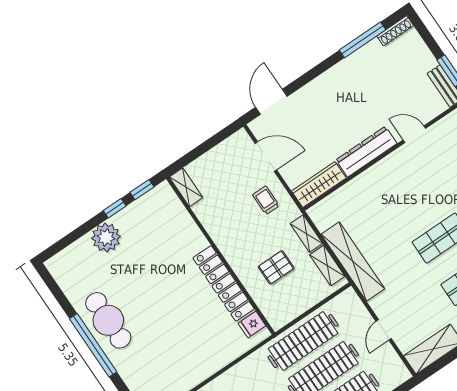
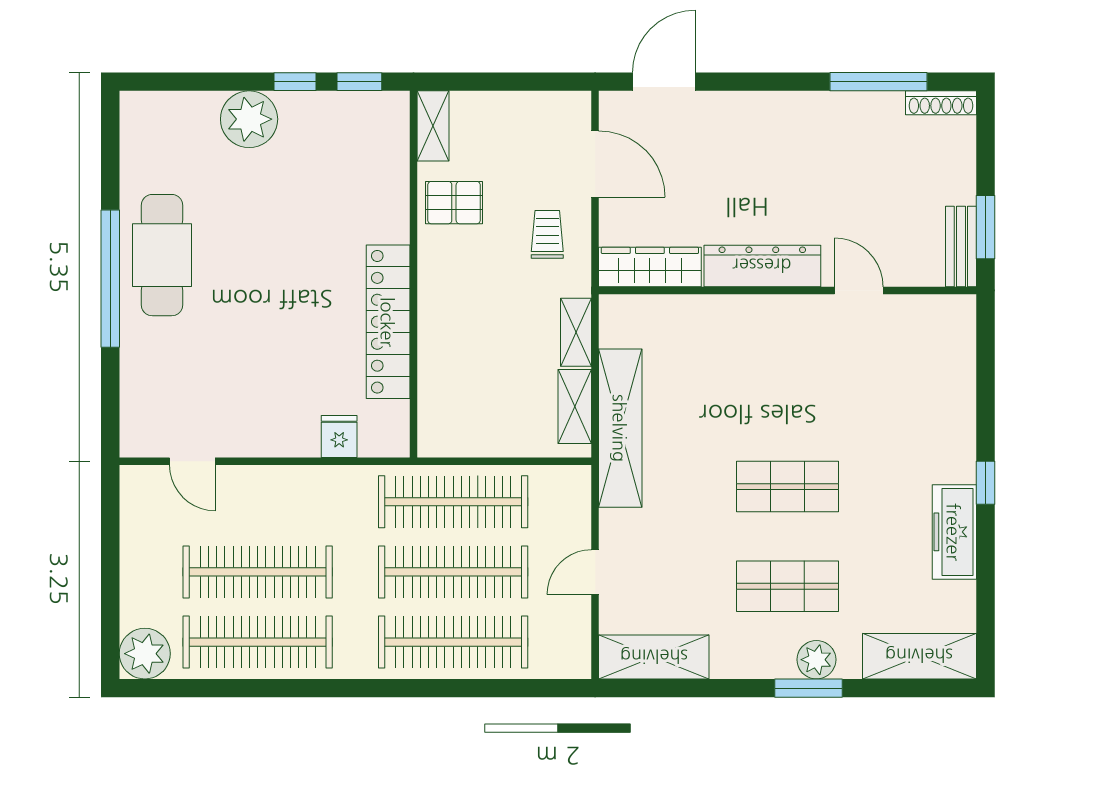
pallet: (276, 267) -> (454, 203), moved
fridge: (252, 325) -> (339, 436), moved, turned 90

